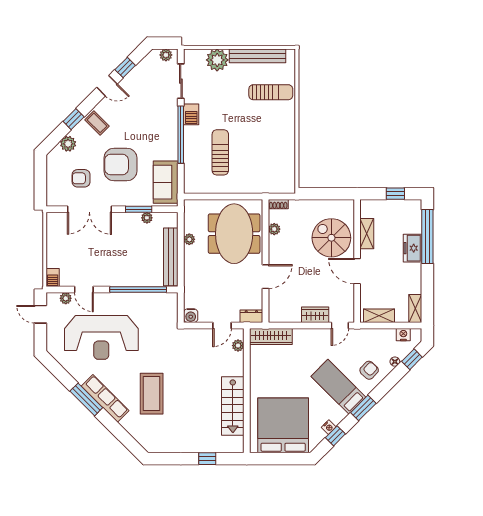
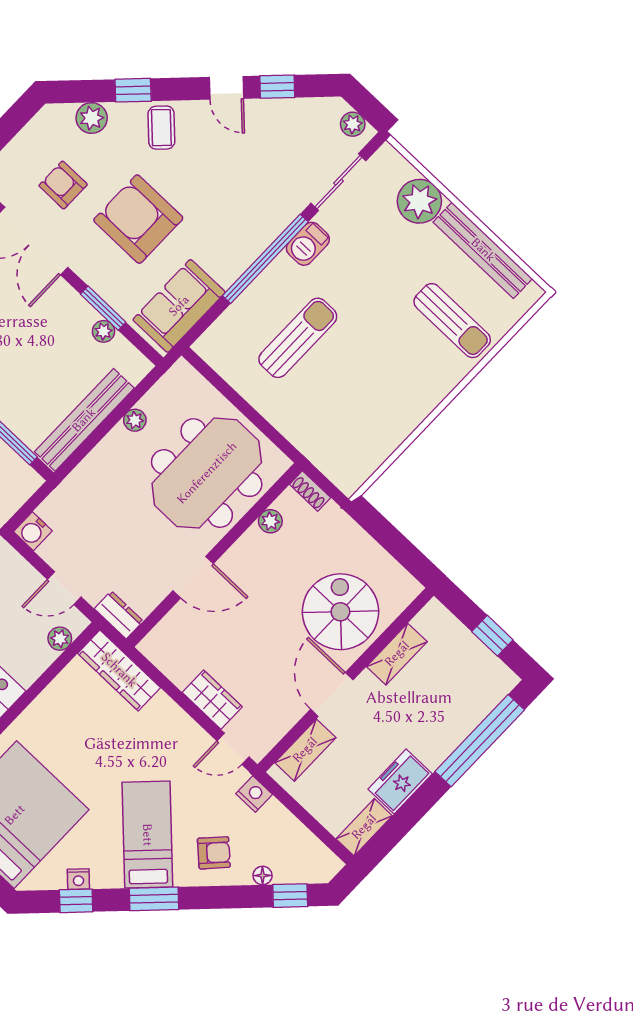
freezer: (412, 248) -> (400, 782), moved
shelving: (379, 316) -> (305, 750), moved, turned 90
nightstand: (403, 335) -> (254, 794), moved

